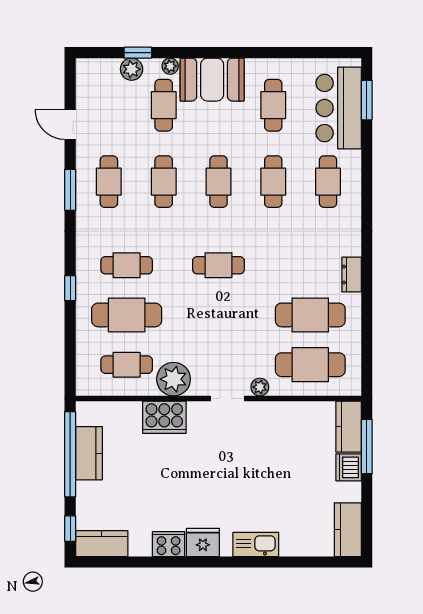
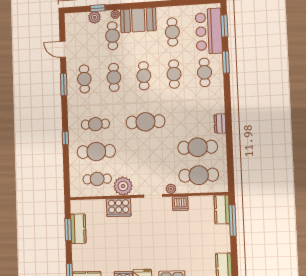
window: (367, 165) -> (226, 62), added
cafe table: (218, 265) -> (145, 122), width x1.37, depth x1.35
window: (70, 454) -> (68, 230), width x0.47
dishwasher: (349, 467) -> (180, 204), moved, turned -90

